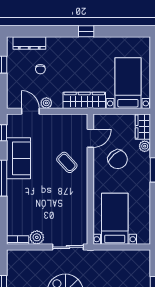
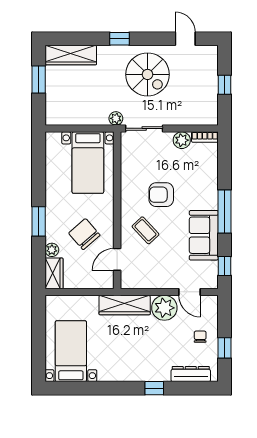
window: (86, 31) -> (154, 388), moved
chair: (40, 69) -> (200, 337), moved
bed with nightstands: (128, 83) -> (71, 351), moved, turned 180
plant: (46, 103) -> (164, 308), width x1.87, depth x1.87
armchair: (54, 192) -> (161, 195), added
plant: (91, 255) -> (116, 118), added

